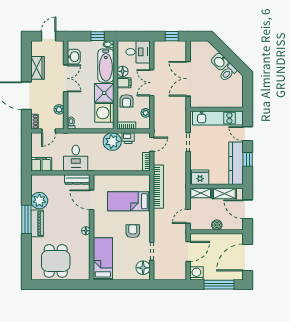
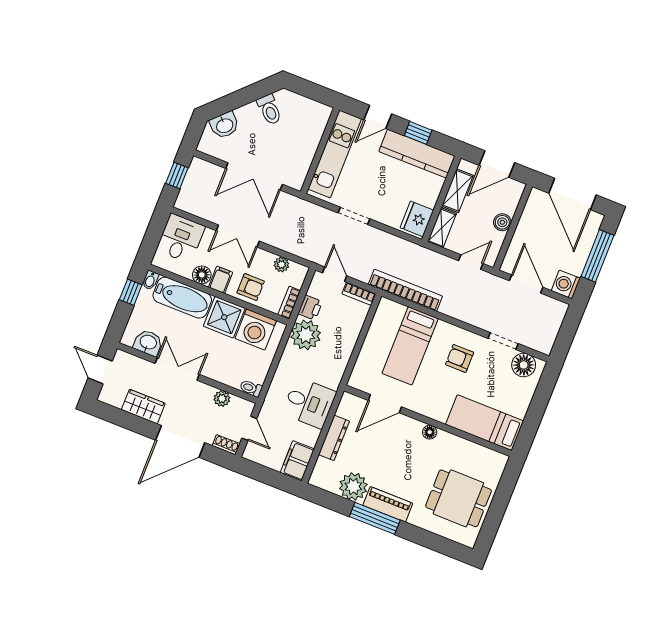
washbasin: (220, 61) -> (224, 125), moved
dresser: (77, 179) -> (334, 438), moved
door: (188, 216) -> (471, 262), swing flipped

